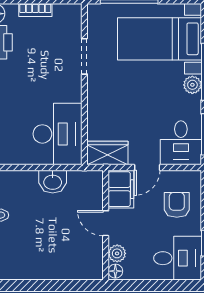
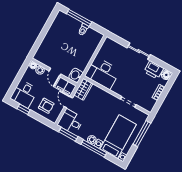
washbasin: (53, 182) -> (76, 75), moved
door: (106, 223) -> (55, 72), swing flipped

